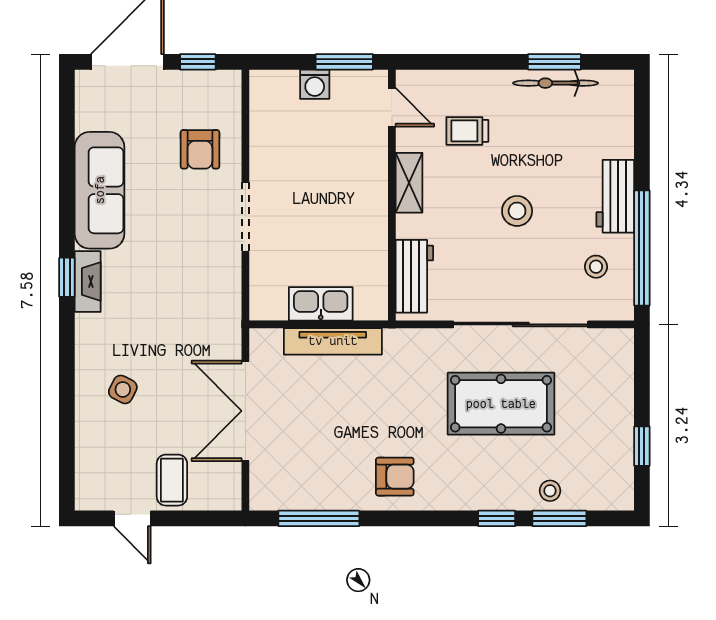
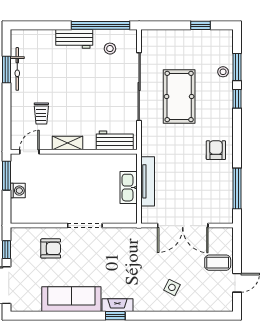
stool: (517, 211) -> (82, 88), removed

